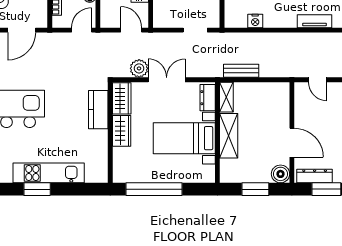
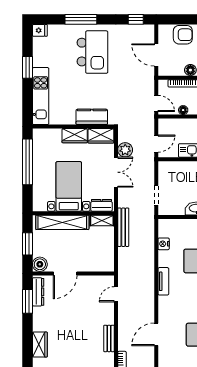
tv unit: (315, 21) -> (163, 281), moved
bench: (241, 71) -> (123, 227), width x1.36
shelving: (229, 136) -> (62, 222), width x1.47
kitchen unit: (49, 173) -> (41, 96), moved

